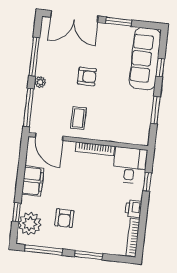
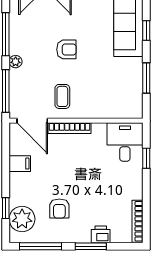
bookcase: (95, 149) -> (70, 128), moved
filing cabinet: (33, 181) -> (20, 164), width x0.50
printer: (133, 209) -> (101, 234), moved, turned 90

